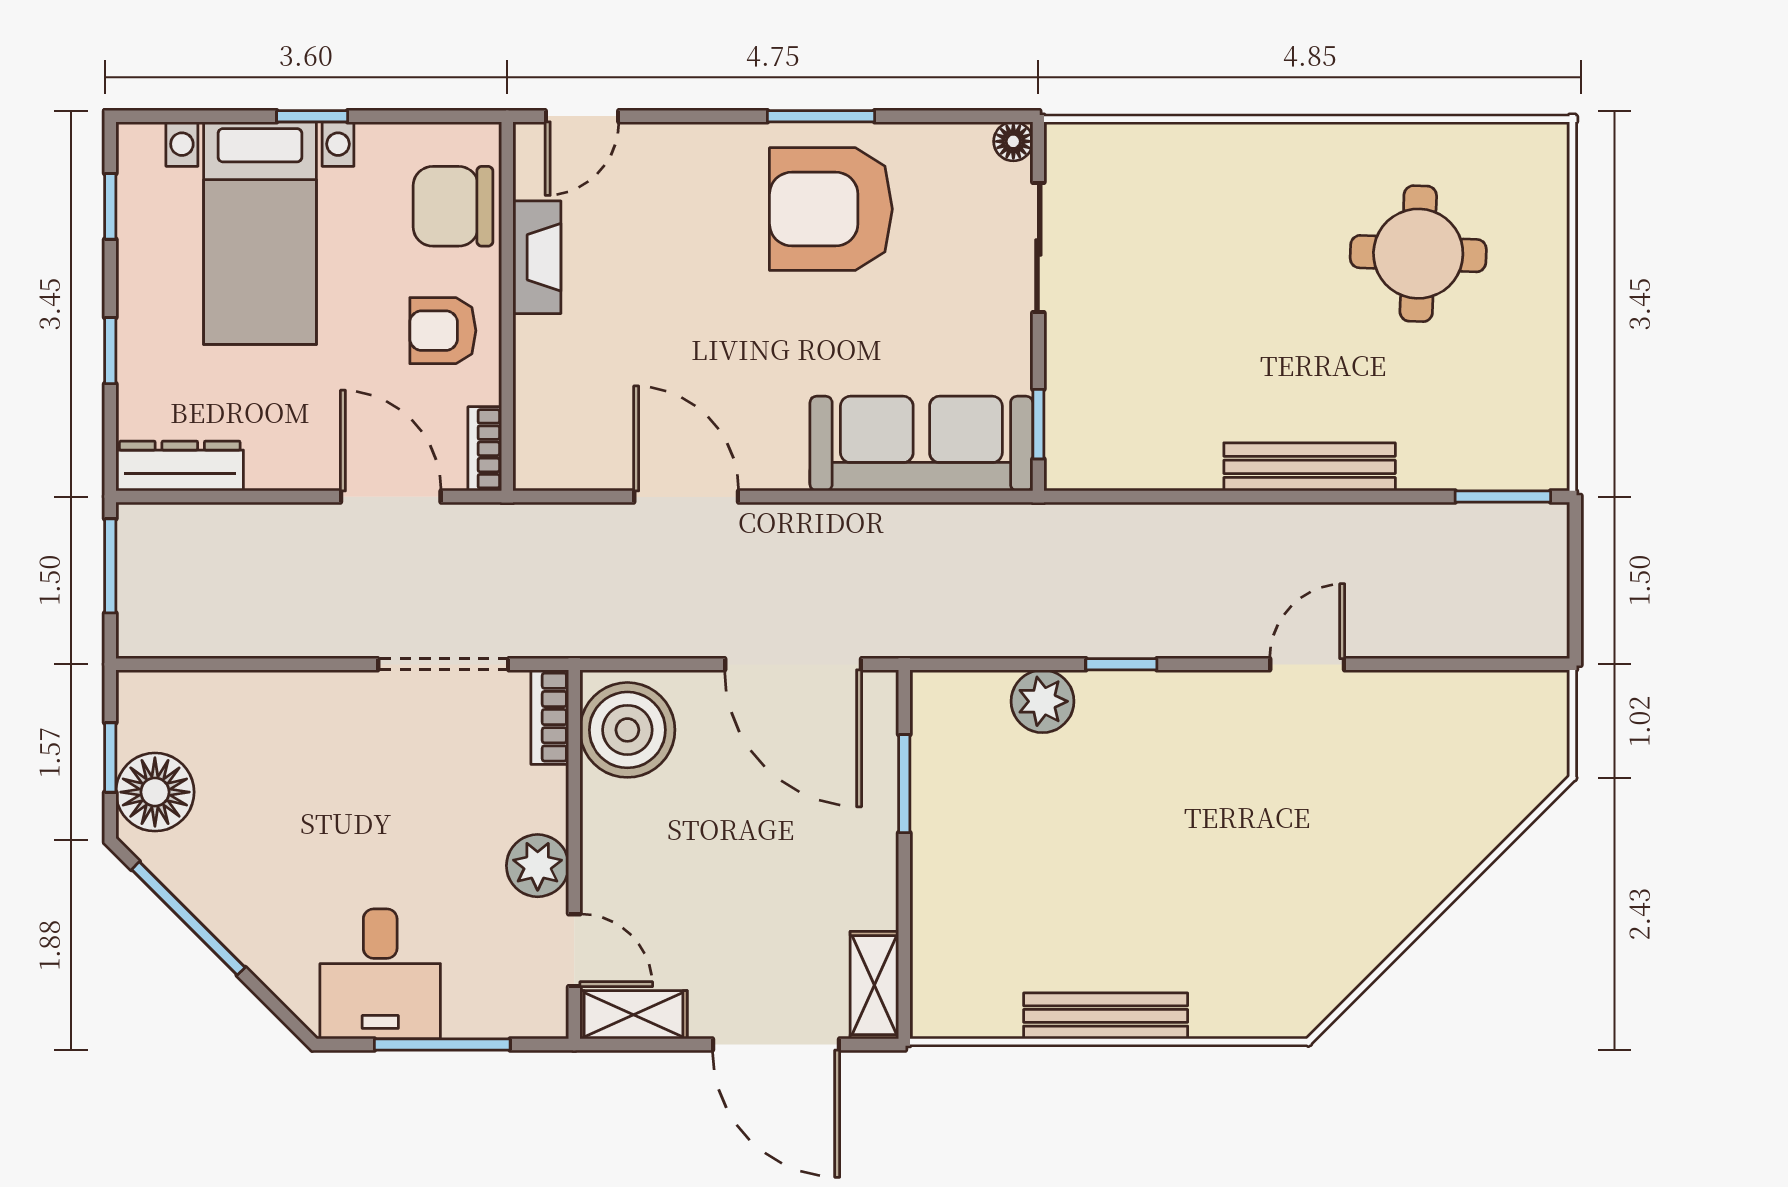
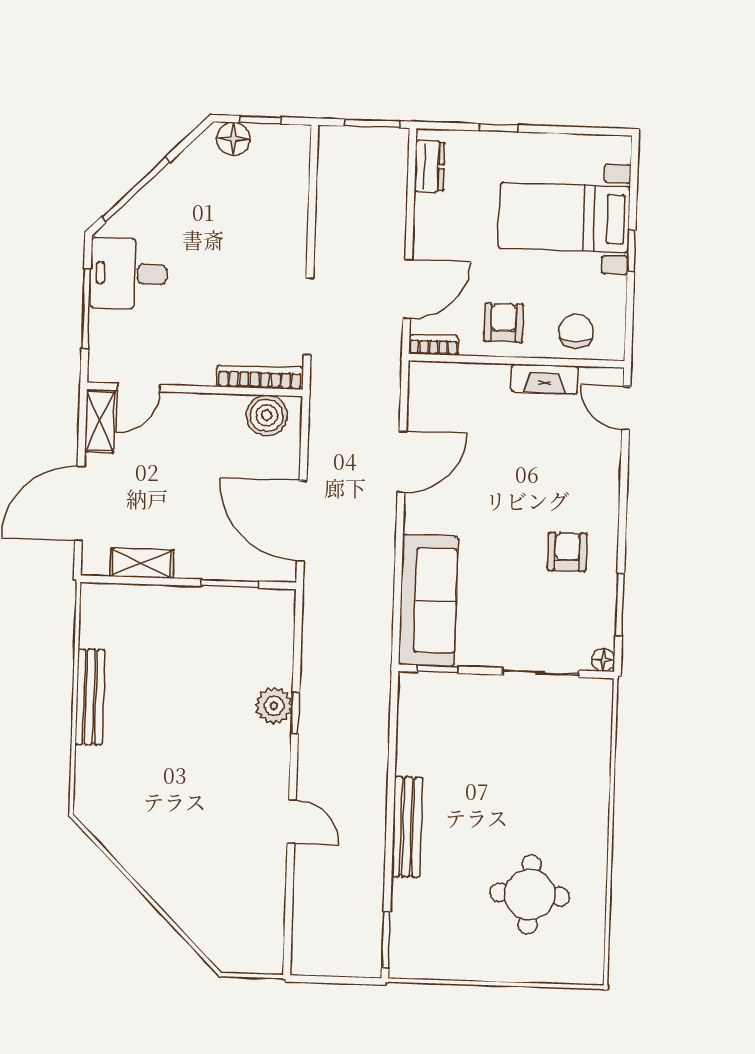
window: (821, 116) -> (620, 605), moved
window: (110, 206) -> (583, 131), removed
chair: (453, 206) -> (576, 331), width x0.73, depth x0.73
armchair: (831, 209) -> (567, 552), width x0.53, depth x0.53
dresser: (180, 466) -> (430, 166), width x0.70
door: (793, 664) -> (302, 521), hinge flipped
plant: (1043, 701) -> (274, 706), moved
bookcase: (550, 717) -> (260, 377), width x1.56
boiler: (627, 730) -> (267, 415), width x0.73, depth x0.73
floor lamp: (155, 792) -> (233, 139), width x0.73, depth x0.73
plant: (538, 866) -> (189, 368), removed
window: (188, 918) -> (136, 190), moved
shelving: (874, 985) -> (142, 563), moved

